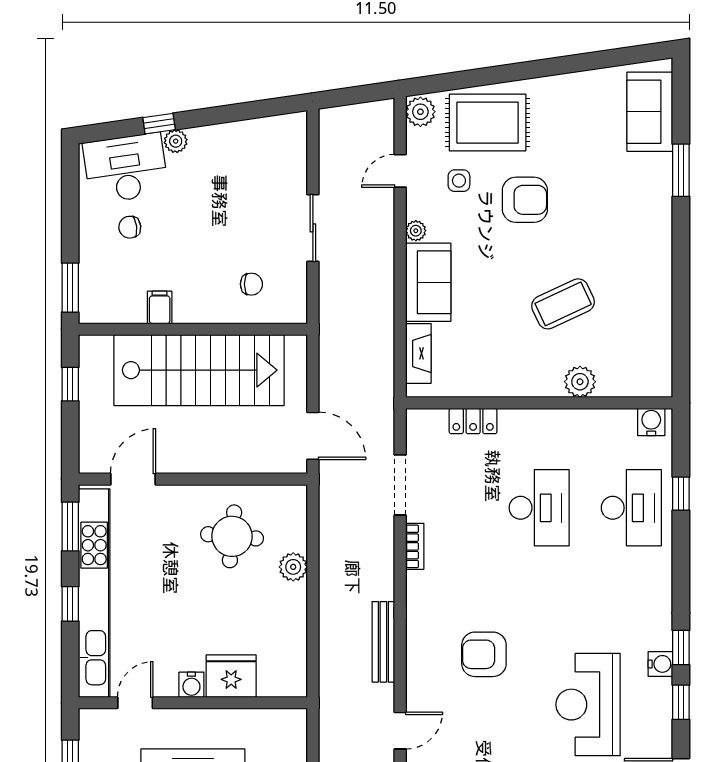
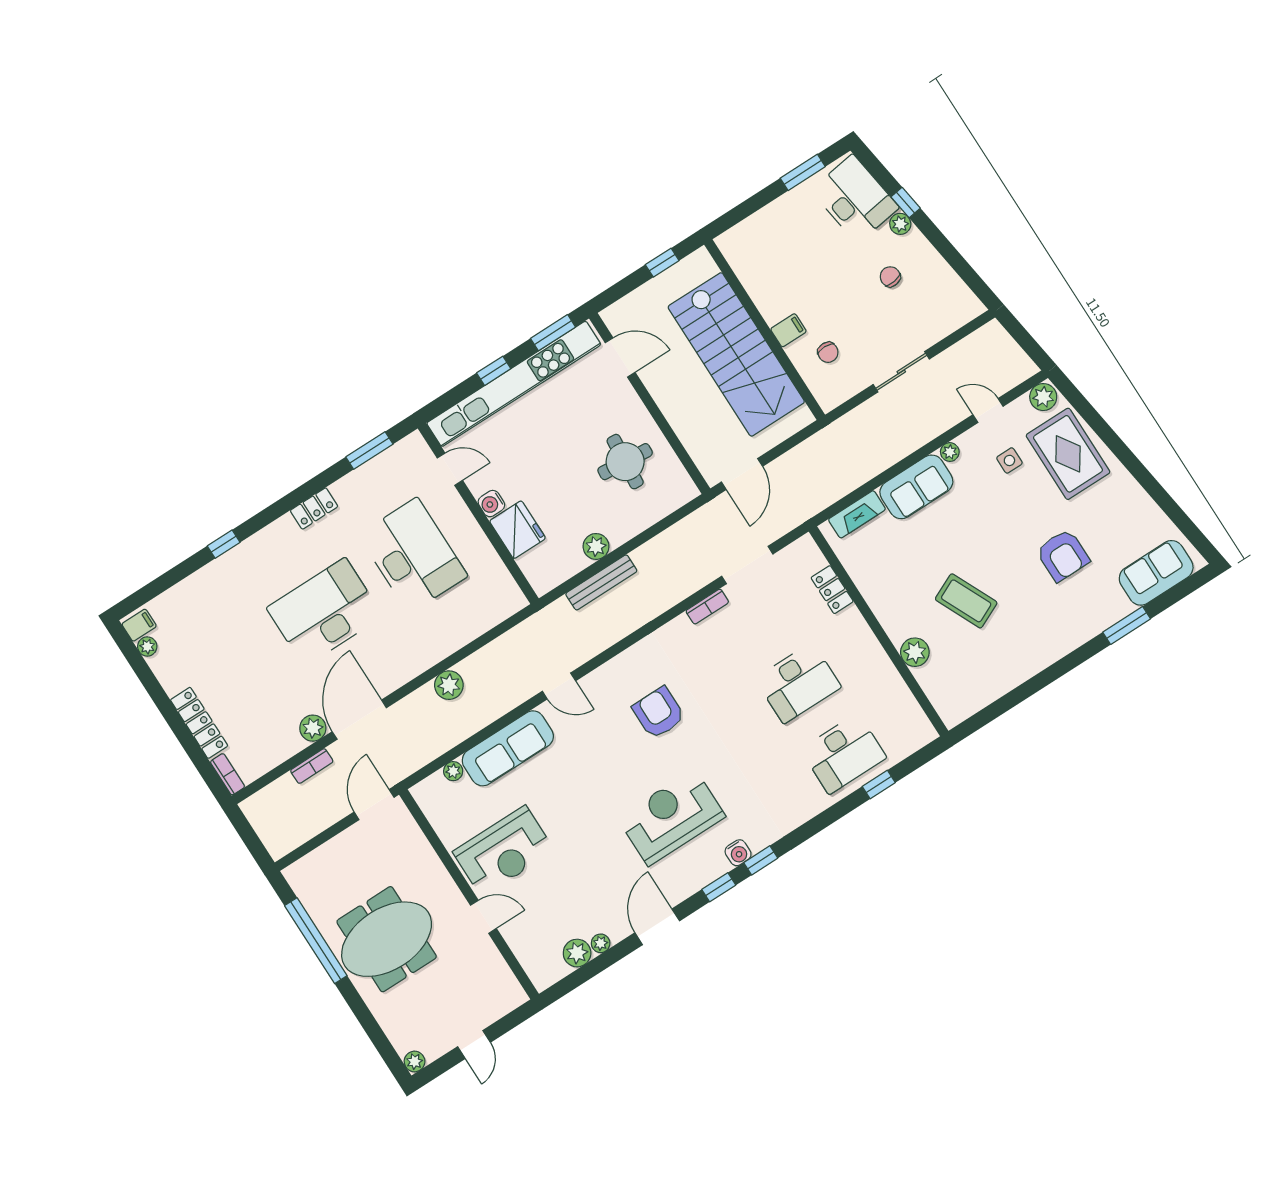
armchair: (525, 200) -> (1063, 555), moved
chair: (130, 227) -> (890, 277), moved
window: (70, 288) -> (803, 172), moved
filing cabinet: (160, 307) -> (788, 330), moved
water cooler: (651, 422) -> (919, 727), removed
plant: (293, 567) -> (596, 546), moved
bench: (383, 642) -> (601, 582), moved

